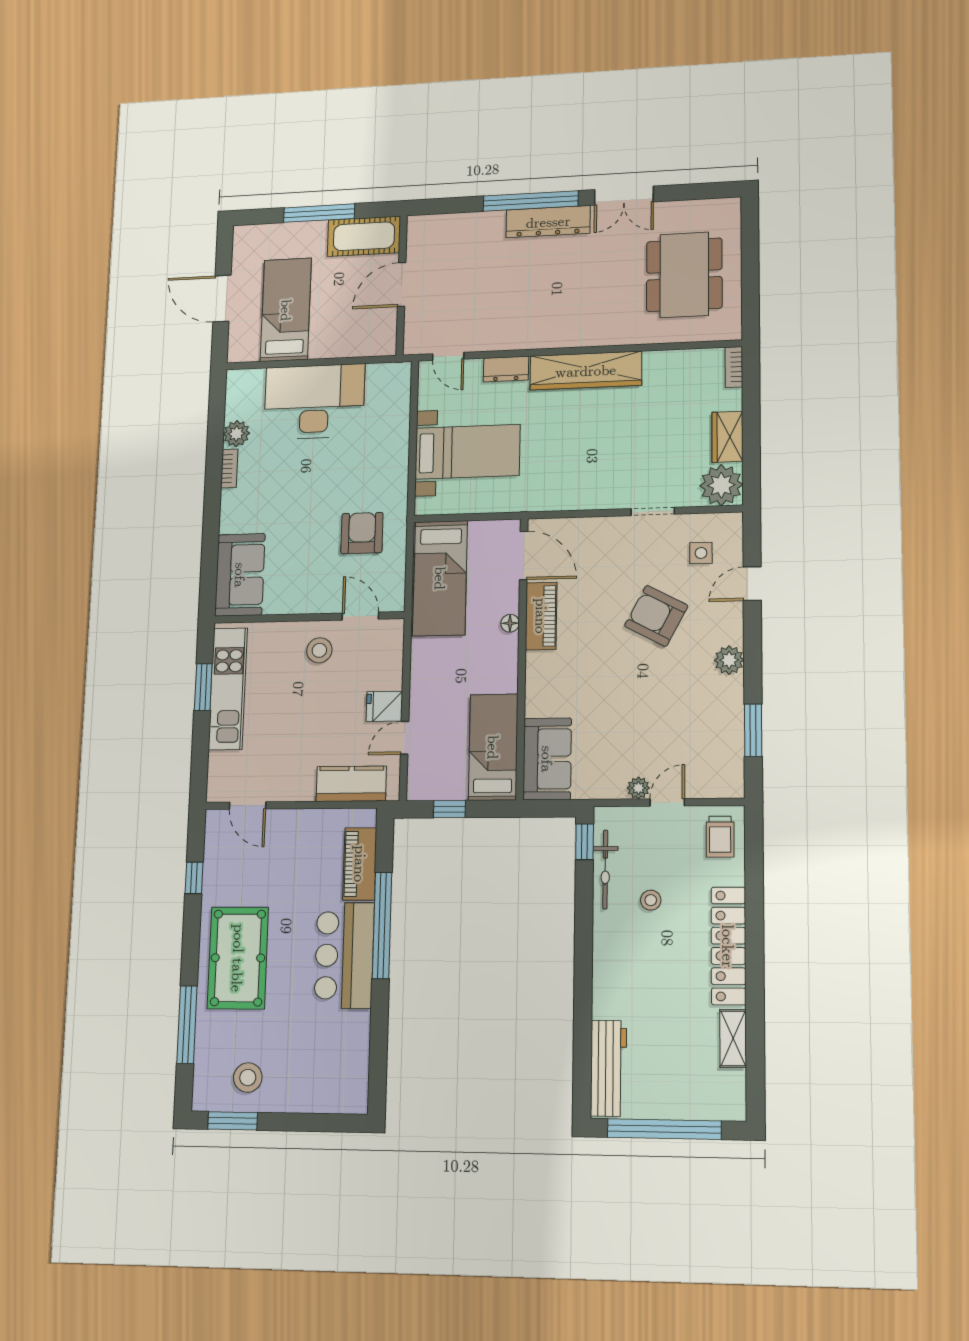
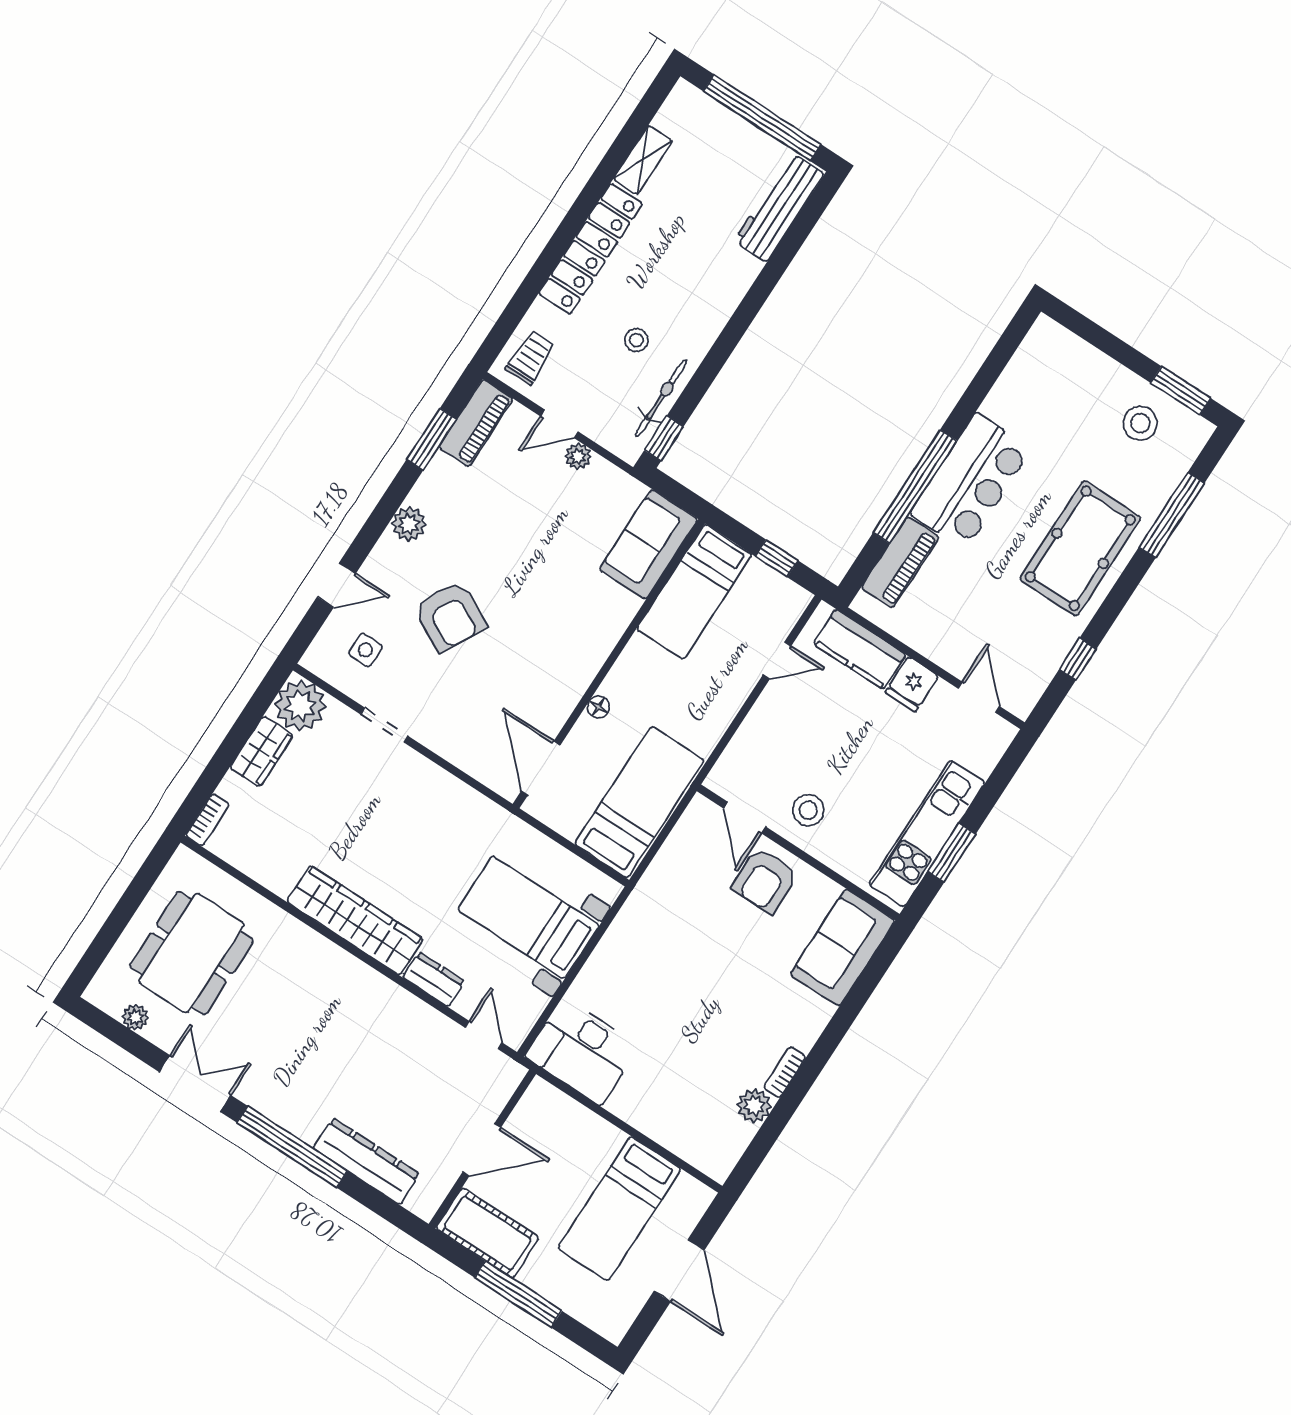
plant: (694, 209) -> (135, 1017), added
dresser: (548, 222) -> (366, 1161), moved
desk: (314, 402) -> (582, 1051), moved, width x0.73, depth x0.77
armchair: (362, 533) -> (765, 880), moved
piano: (541, 616) -> (476, 423), moved, turned 180
fridge: (384, 706) -> (912, 684), moved, turned 90

